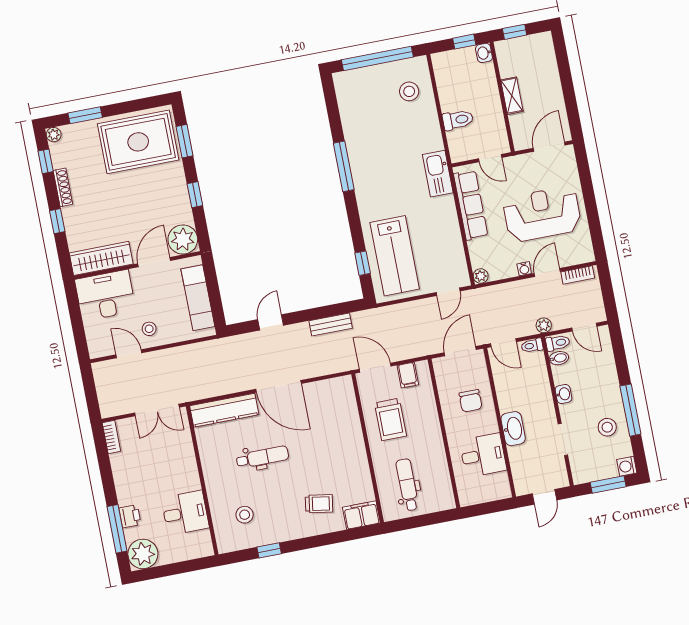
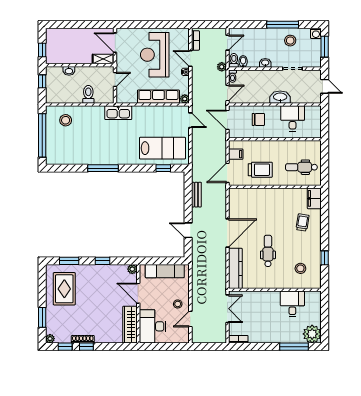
washbasin: (484, 53) -> (69, 71), moved
shelving: (512, 96) -> (103, 59), moved
rug: (138, 142) -> (64, 289), width x0.73, depth x0.69
row of seats: (471, 205) -> (158, 97), moved
window: (57, 221) -> (86, 347), moved
plant: (183, 240) -> (132, 269), width x0.53, depth x0.53
printer: (130, 516) -> (288, 337), removed

